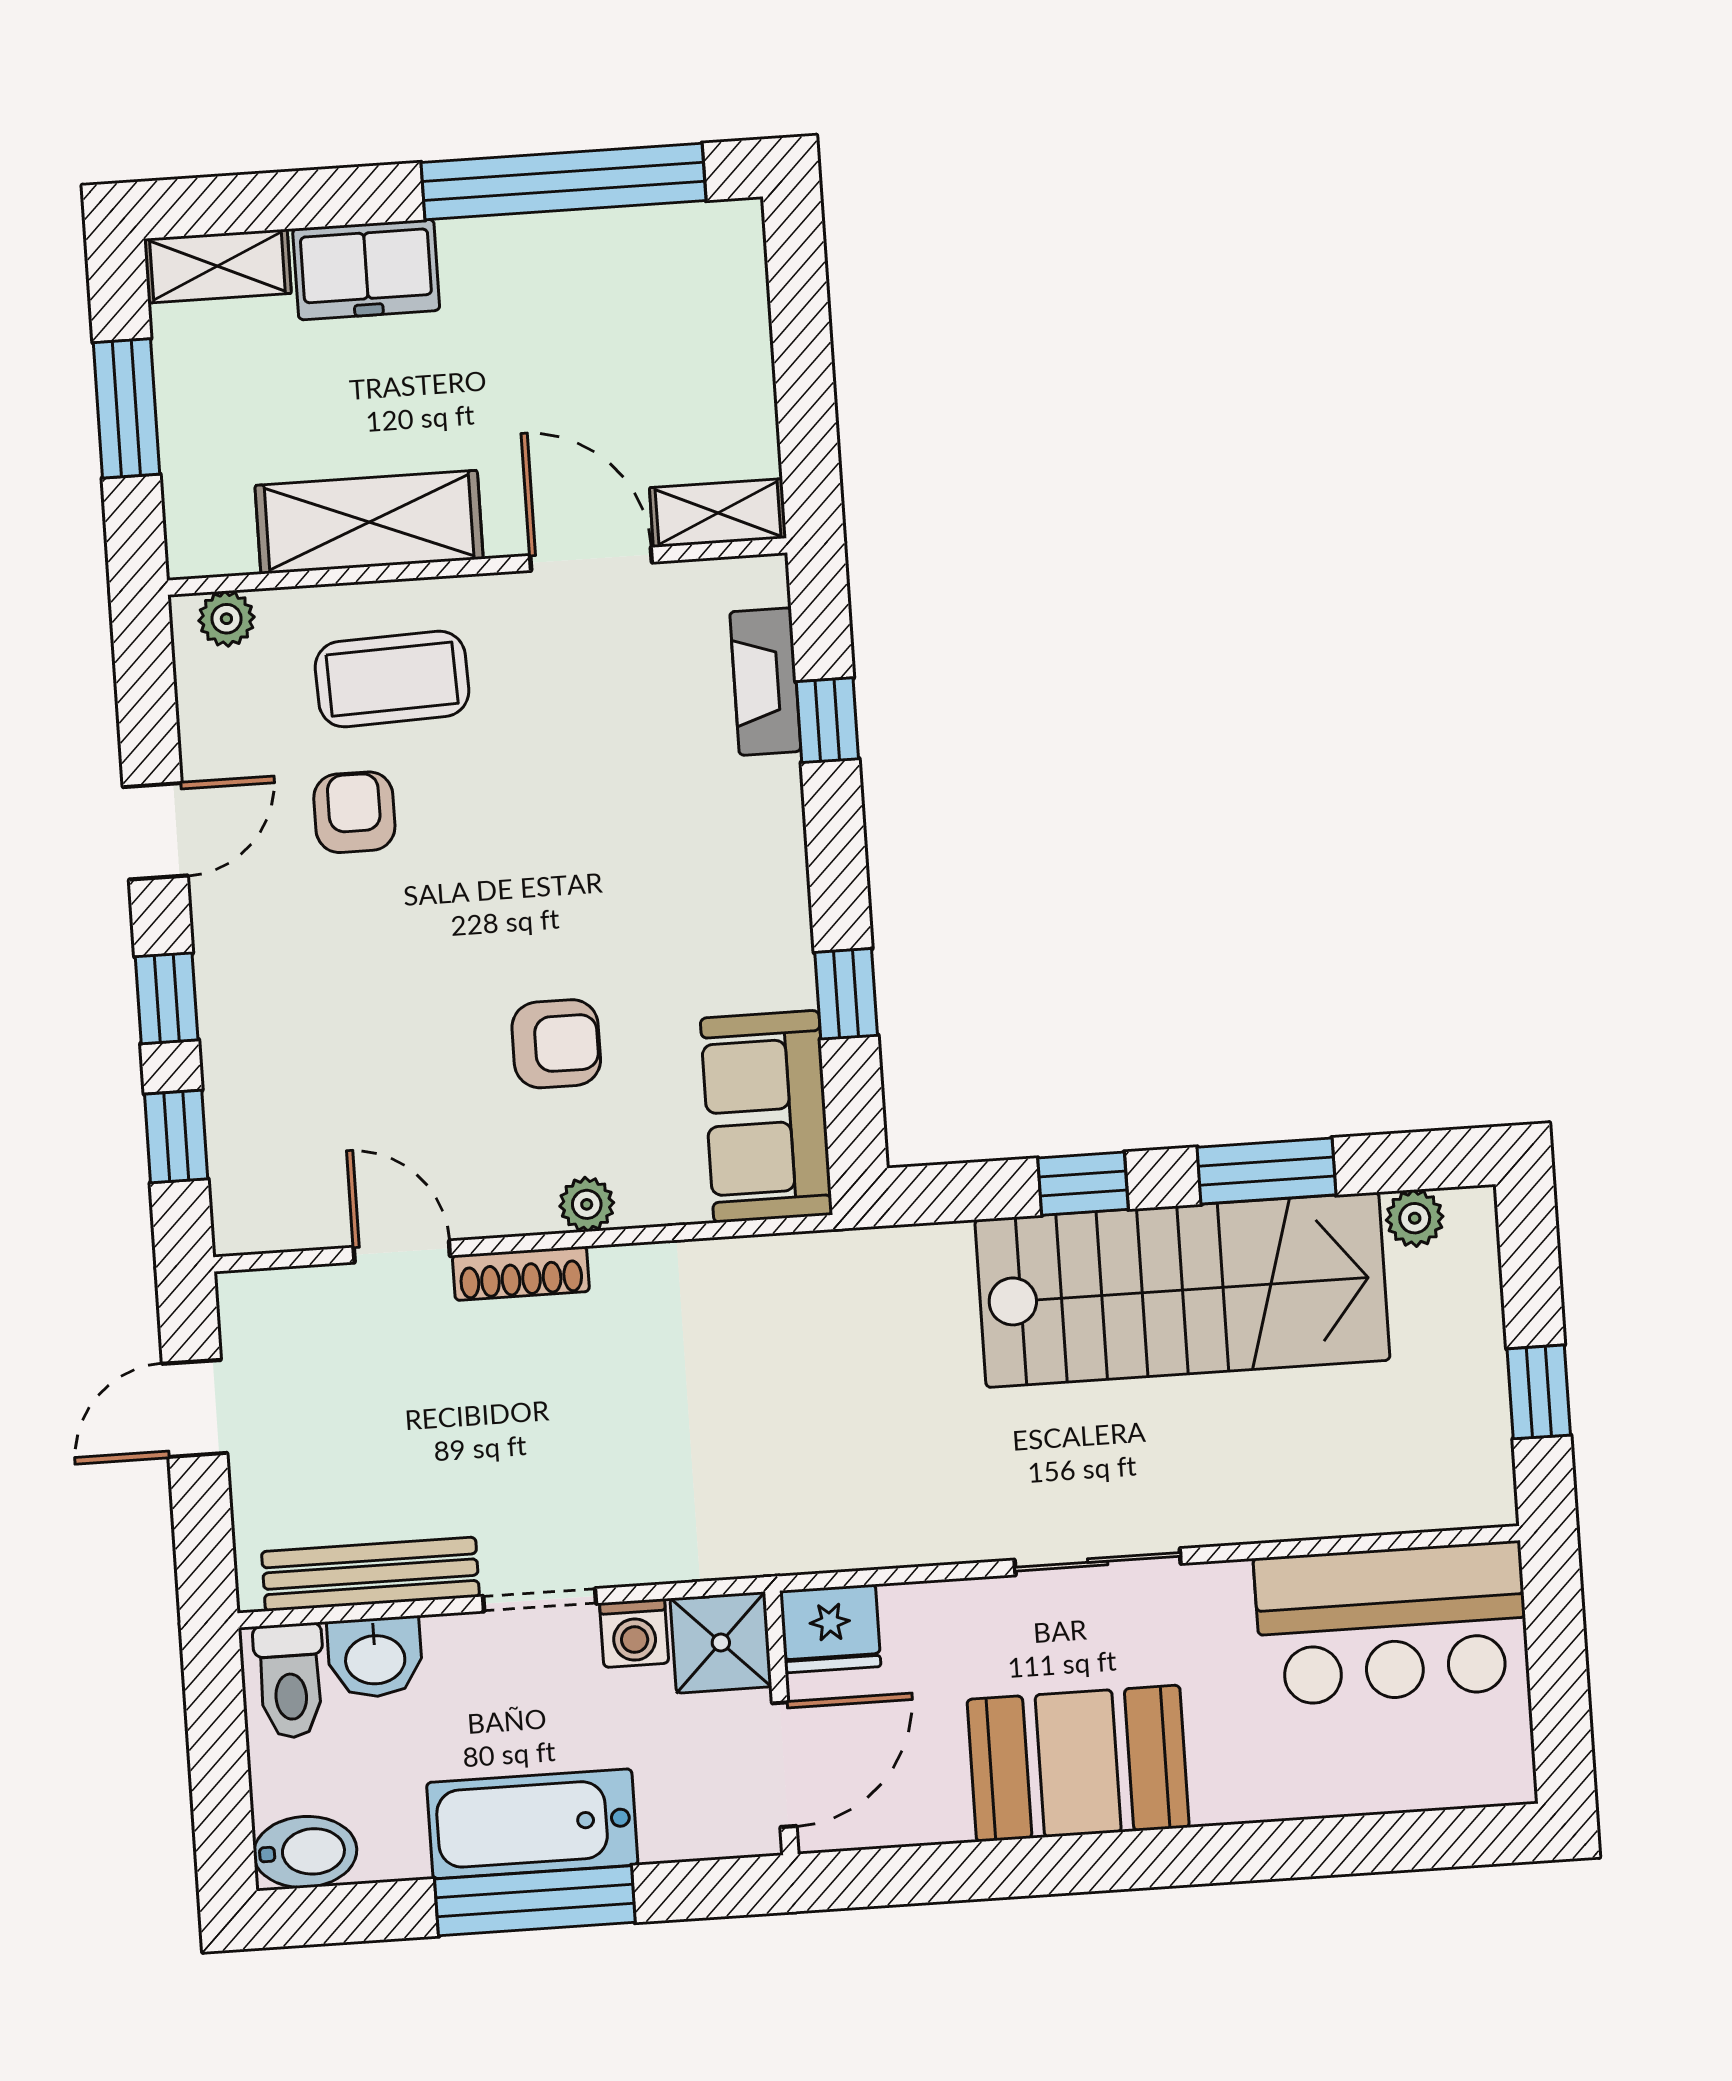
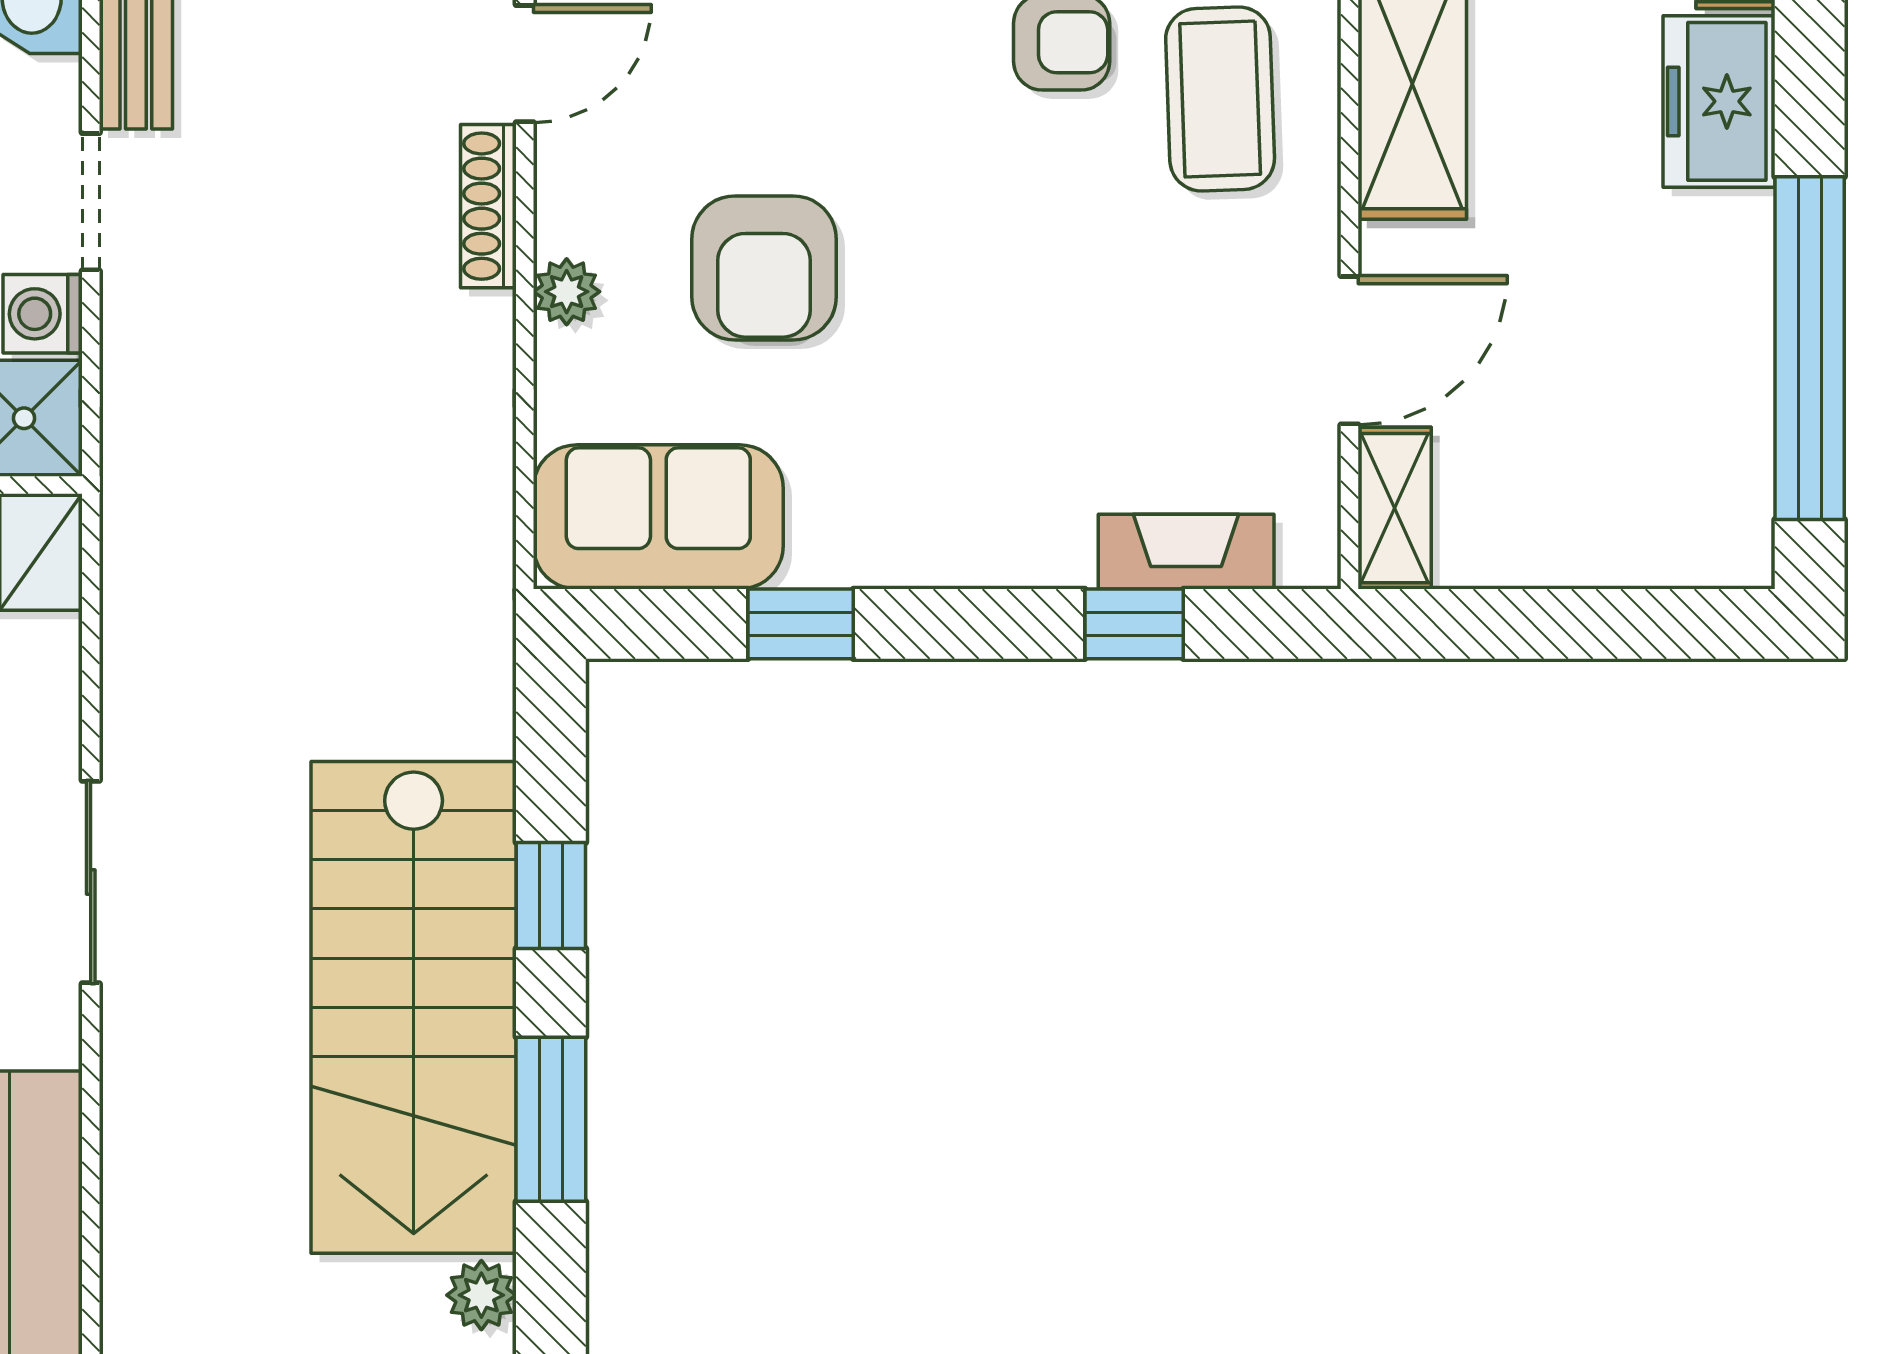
armchair: (556, 1044) -> (764, 268), width x1.38, depth x1.38

